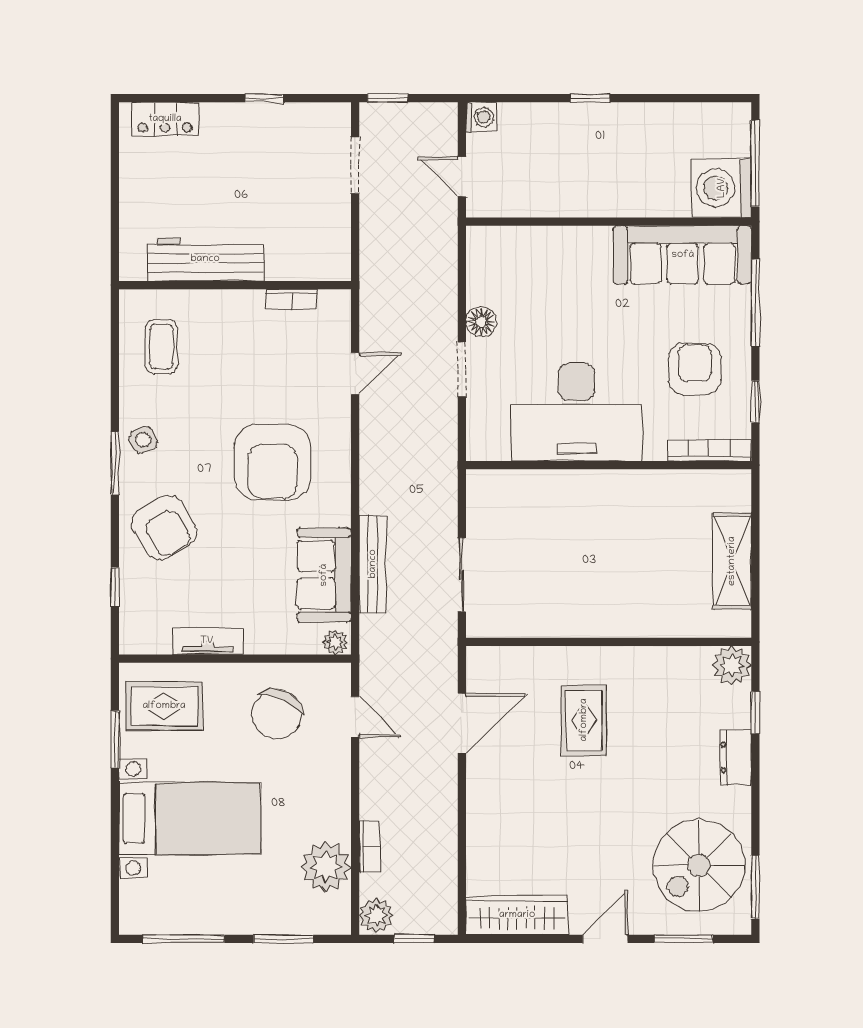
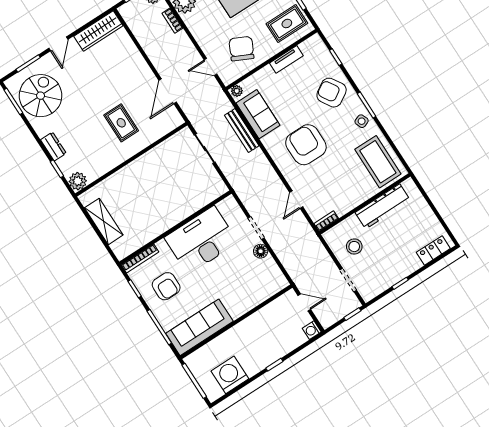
washing machine: (722, 188) -> (230, 375), moved, turned -90
stool: (305, 220) -> (354, 247), added
bookcase: (291, 299) -> (326, 221), moved
coffee table: (161, 347) -> (378, 162), width x1.86, depth x1.72

